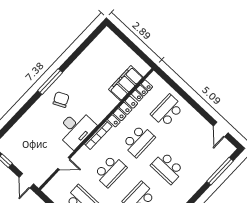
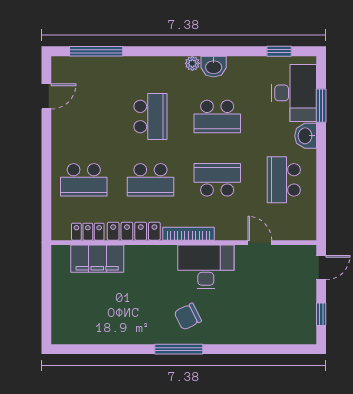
school desk: (139, 141) -> (150, 180), turned 180

